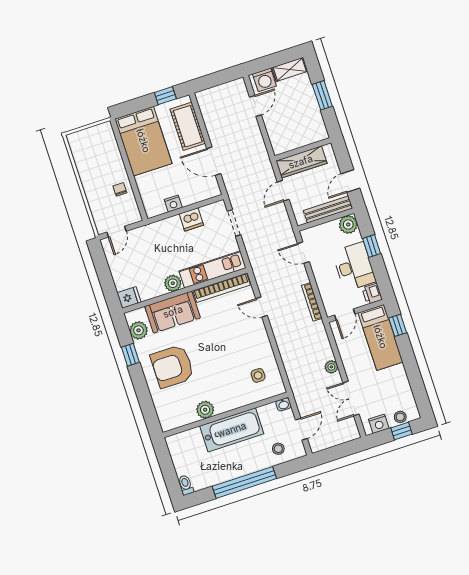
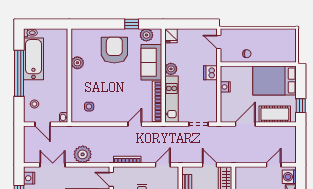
door: (255, 106) -> (274, 165), swing flipped
dishwasher: (191, 219) -> (210, 73), moved
plant: (331, 367) -> (83, 154), width x1.88, depth x1.88
bathtub: (232, 430) -> (33, 59), moved, turned 180

